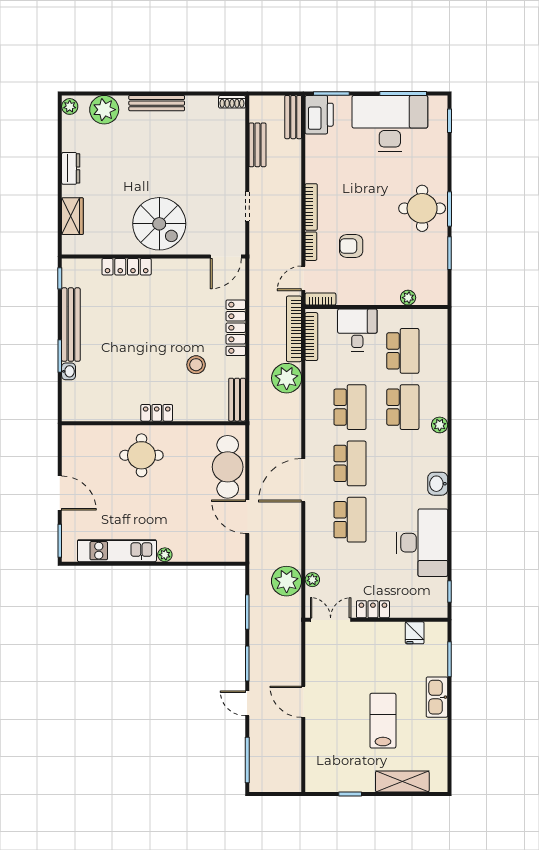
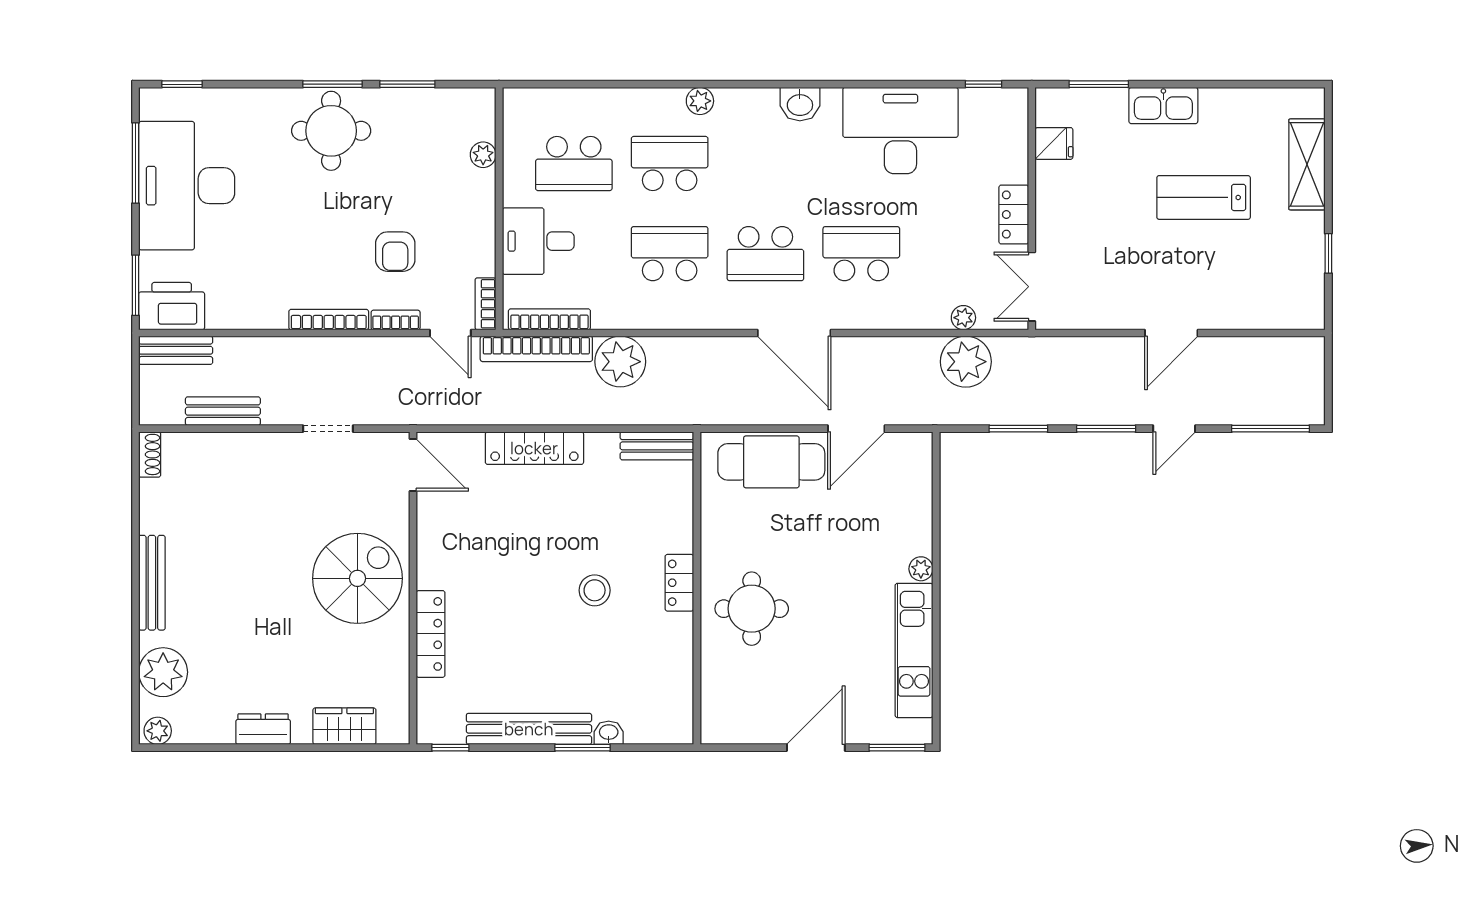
school desk: (403, 351) -> (574, 164), turned 180
stool: (196, 365) -> (595, 590), moved
school desk: (350, 463) -> (765, 254), turned 180

